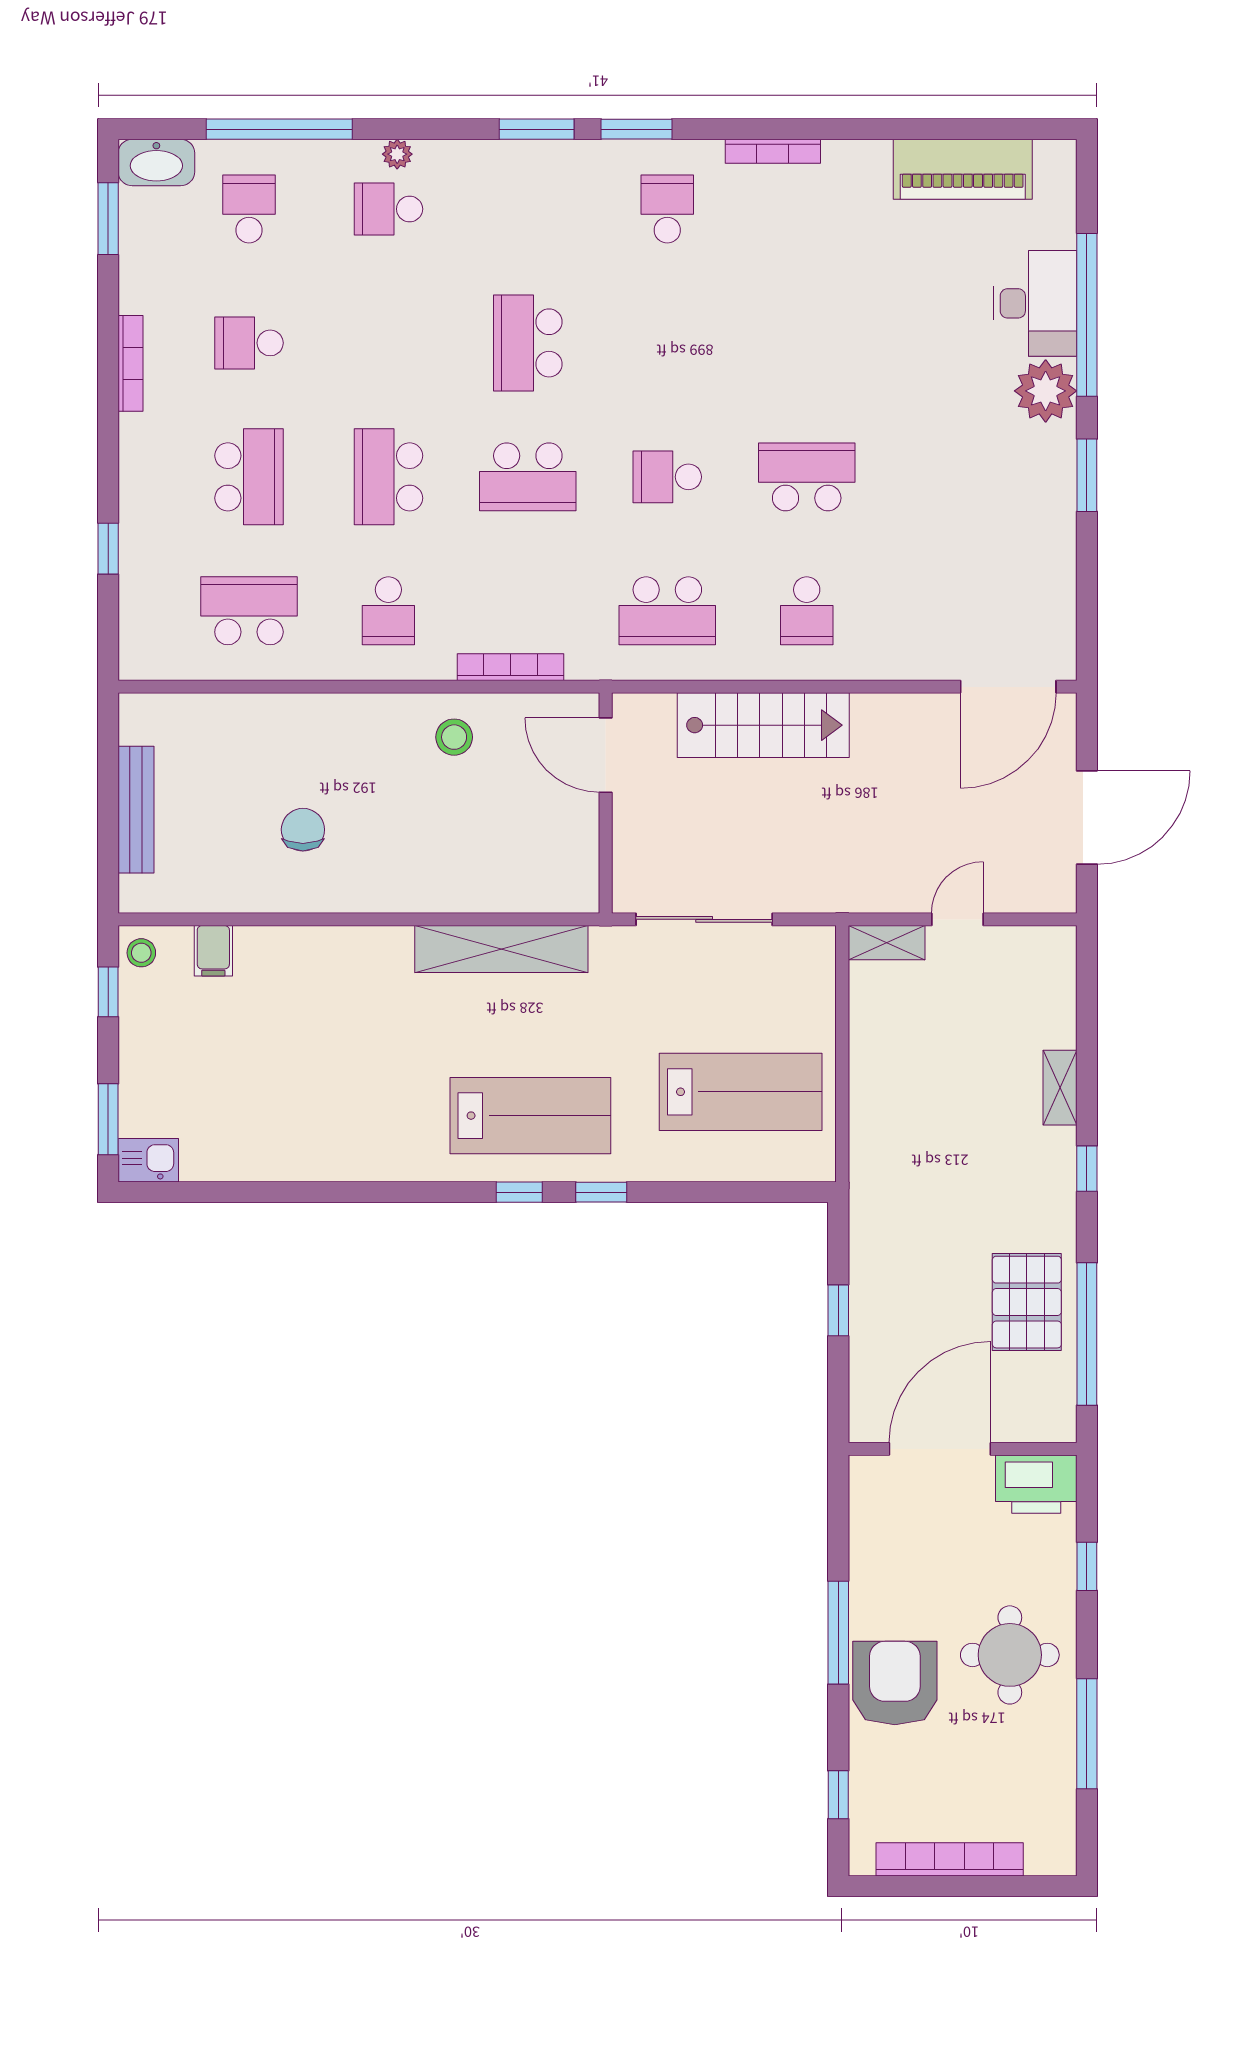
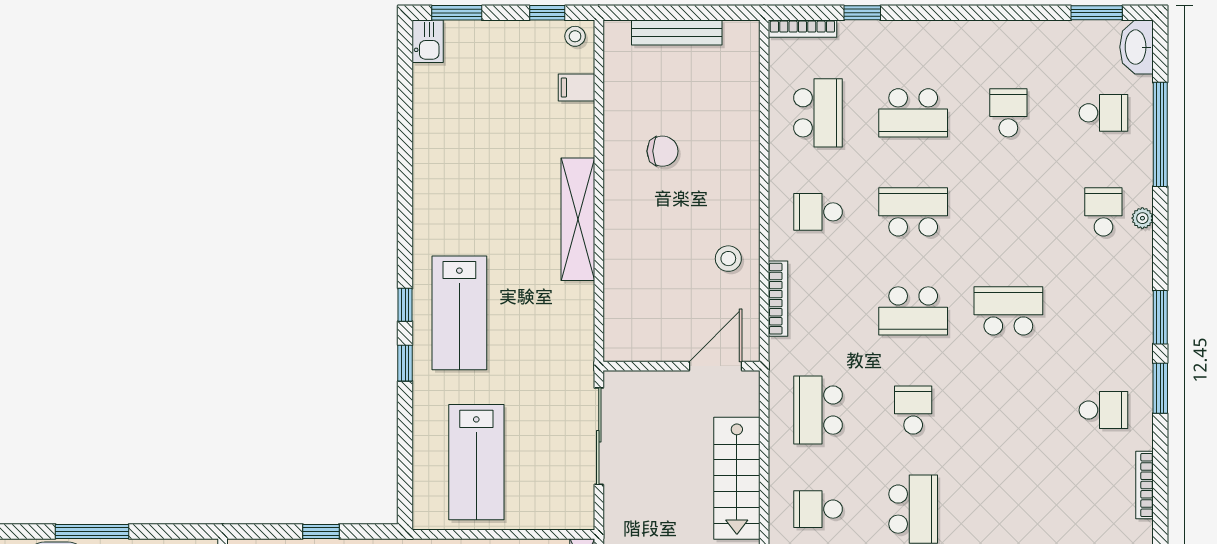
bookcase: (130, 363) -> (802, 29), moved
school desk: (528, 477) -> (913, 311), turned -90
shelving: (501, 949) -> (578, 219), moved

